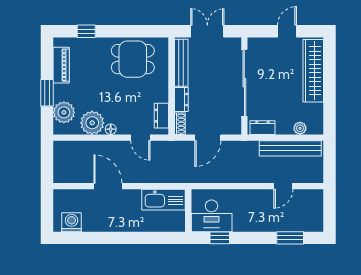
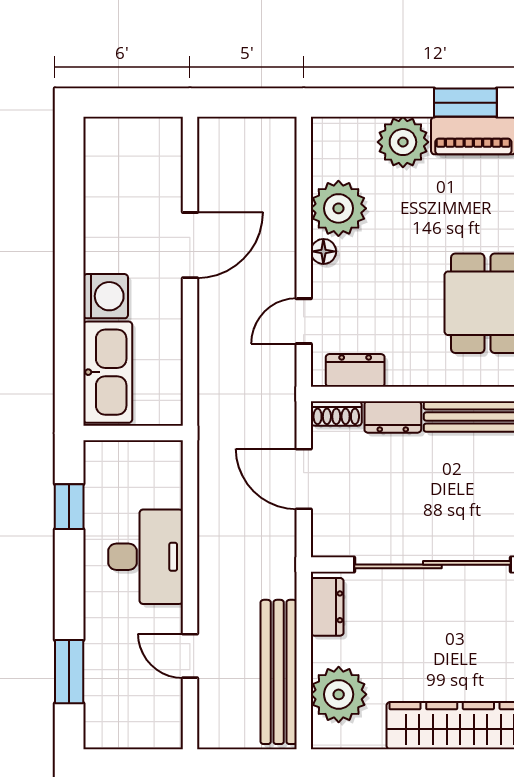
window: (47, 93) -> (465, 103), moved
plant: (64, 112) -> (403, 142), moved
plant: (300, 128) -> (339, 694), width x1.87, depth x1.87
kitchen sink: (163, 200) -> (108, 372), moved, turned 180
desk: (212, 216) -> (146, 557), moved, turned 180
washing machine: (72, 222) -> (106, 296), moved

